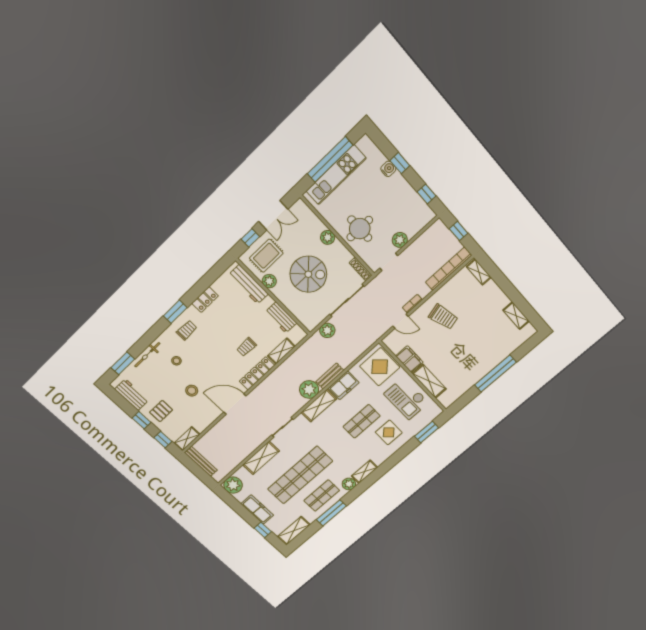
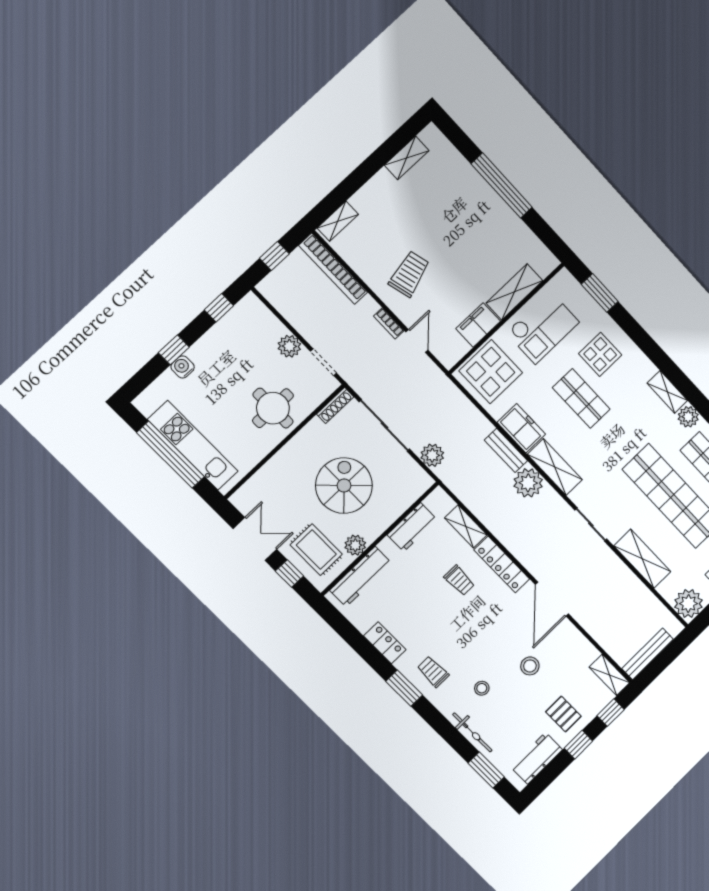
plant: (328, 237) -> (287, 457), removed

